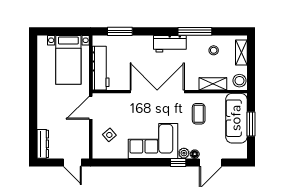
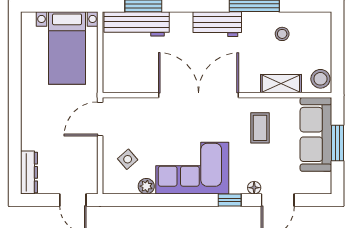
shelving: (241, 52) -> (323, 37), removed
workbench: (101, 68) -> (137, 24), moved, turned 90
plant: (184, 153) -> (146, 186), moved

